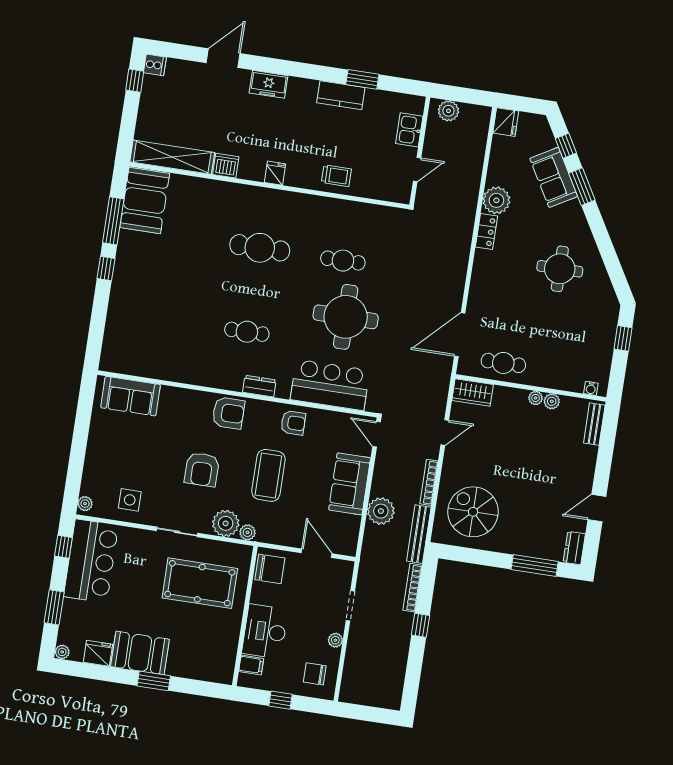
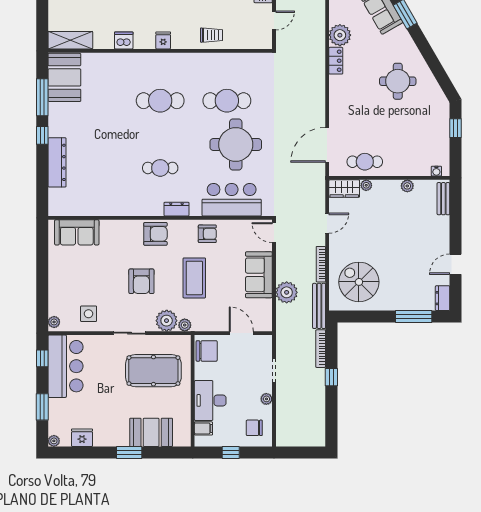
shelving: (172, 157) -> (70, 40), width x0.68
cafe table: (343, 261) -> (227, 101), width x1.37, depth x1.35
dresser: (119, 305) -> (57, 162), added
plant: (536, 398) -> (366, 185), moved
booth: (140, 653) -> (151, 432), moved

